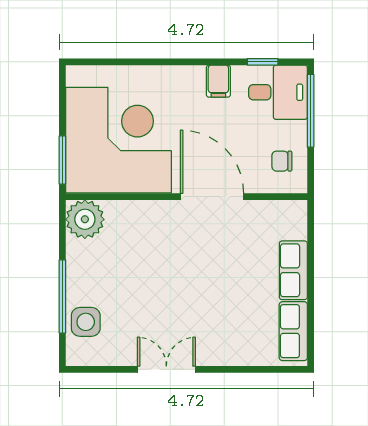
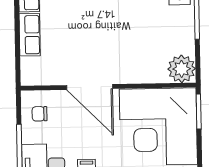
chair: (282, 161) -> (40, 114), turned 180

